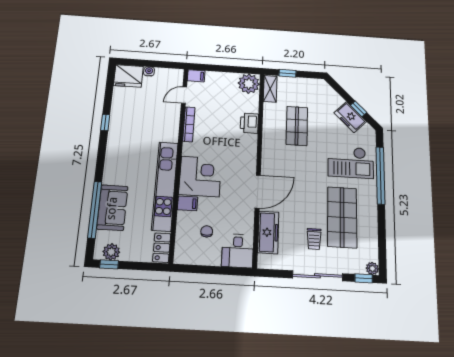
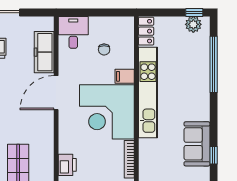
corner desk: (200, 176) -> (107, 112), width x1.36, depth x1.36
sofa: (112, 208) -> (197, 144), moved

